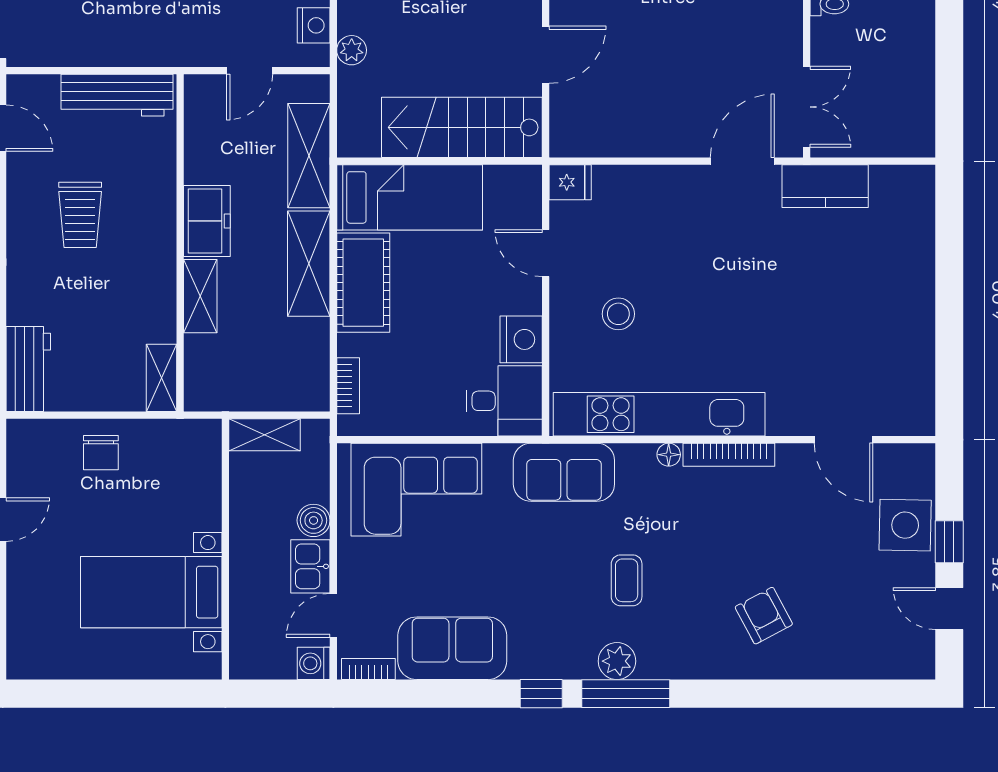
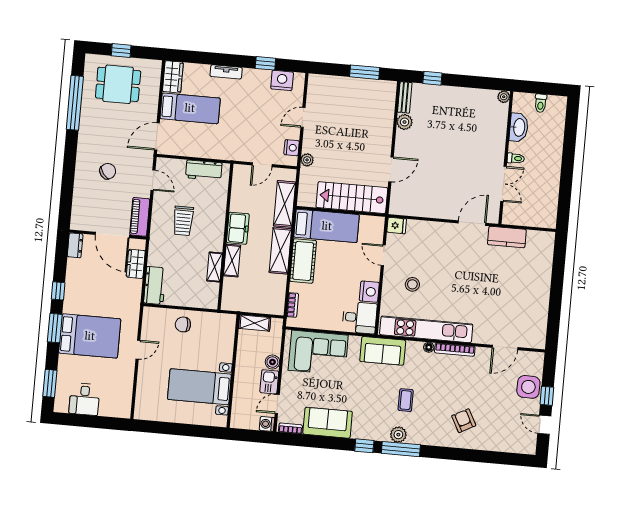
workbench: (117, 95) -> (204, 170), width x0.73
double door: (807, 107) -> (504, 184), moved
shelving: (162, 378) -> (215, 267), moved
door: (843, 440) -> (505, 347), hinge flipped
chair: (101, 453) -> (183, 324), turned 90

